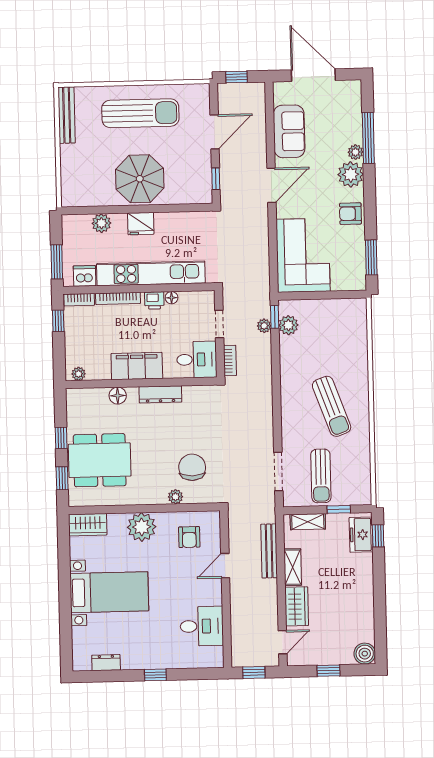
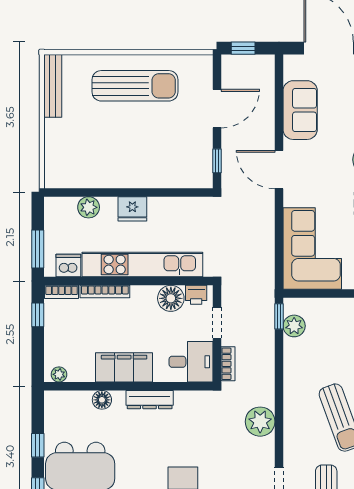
parasol: (140, 179) -> (132, 159), removed
door: (271, 185) -> (279, 170), swing flipped
floor lamp: (172, 298) -> (171, 298), width x1.89, depth x1.89
printer: (154, 300) -> (196, 295), moved
plant: (264, 326) -> (260, 422), moved, width x1.88, depth x1.88

